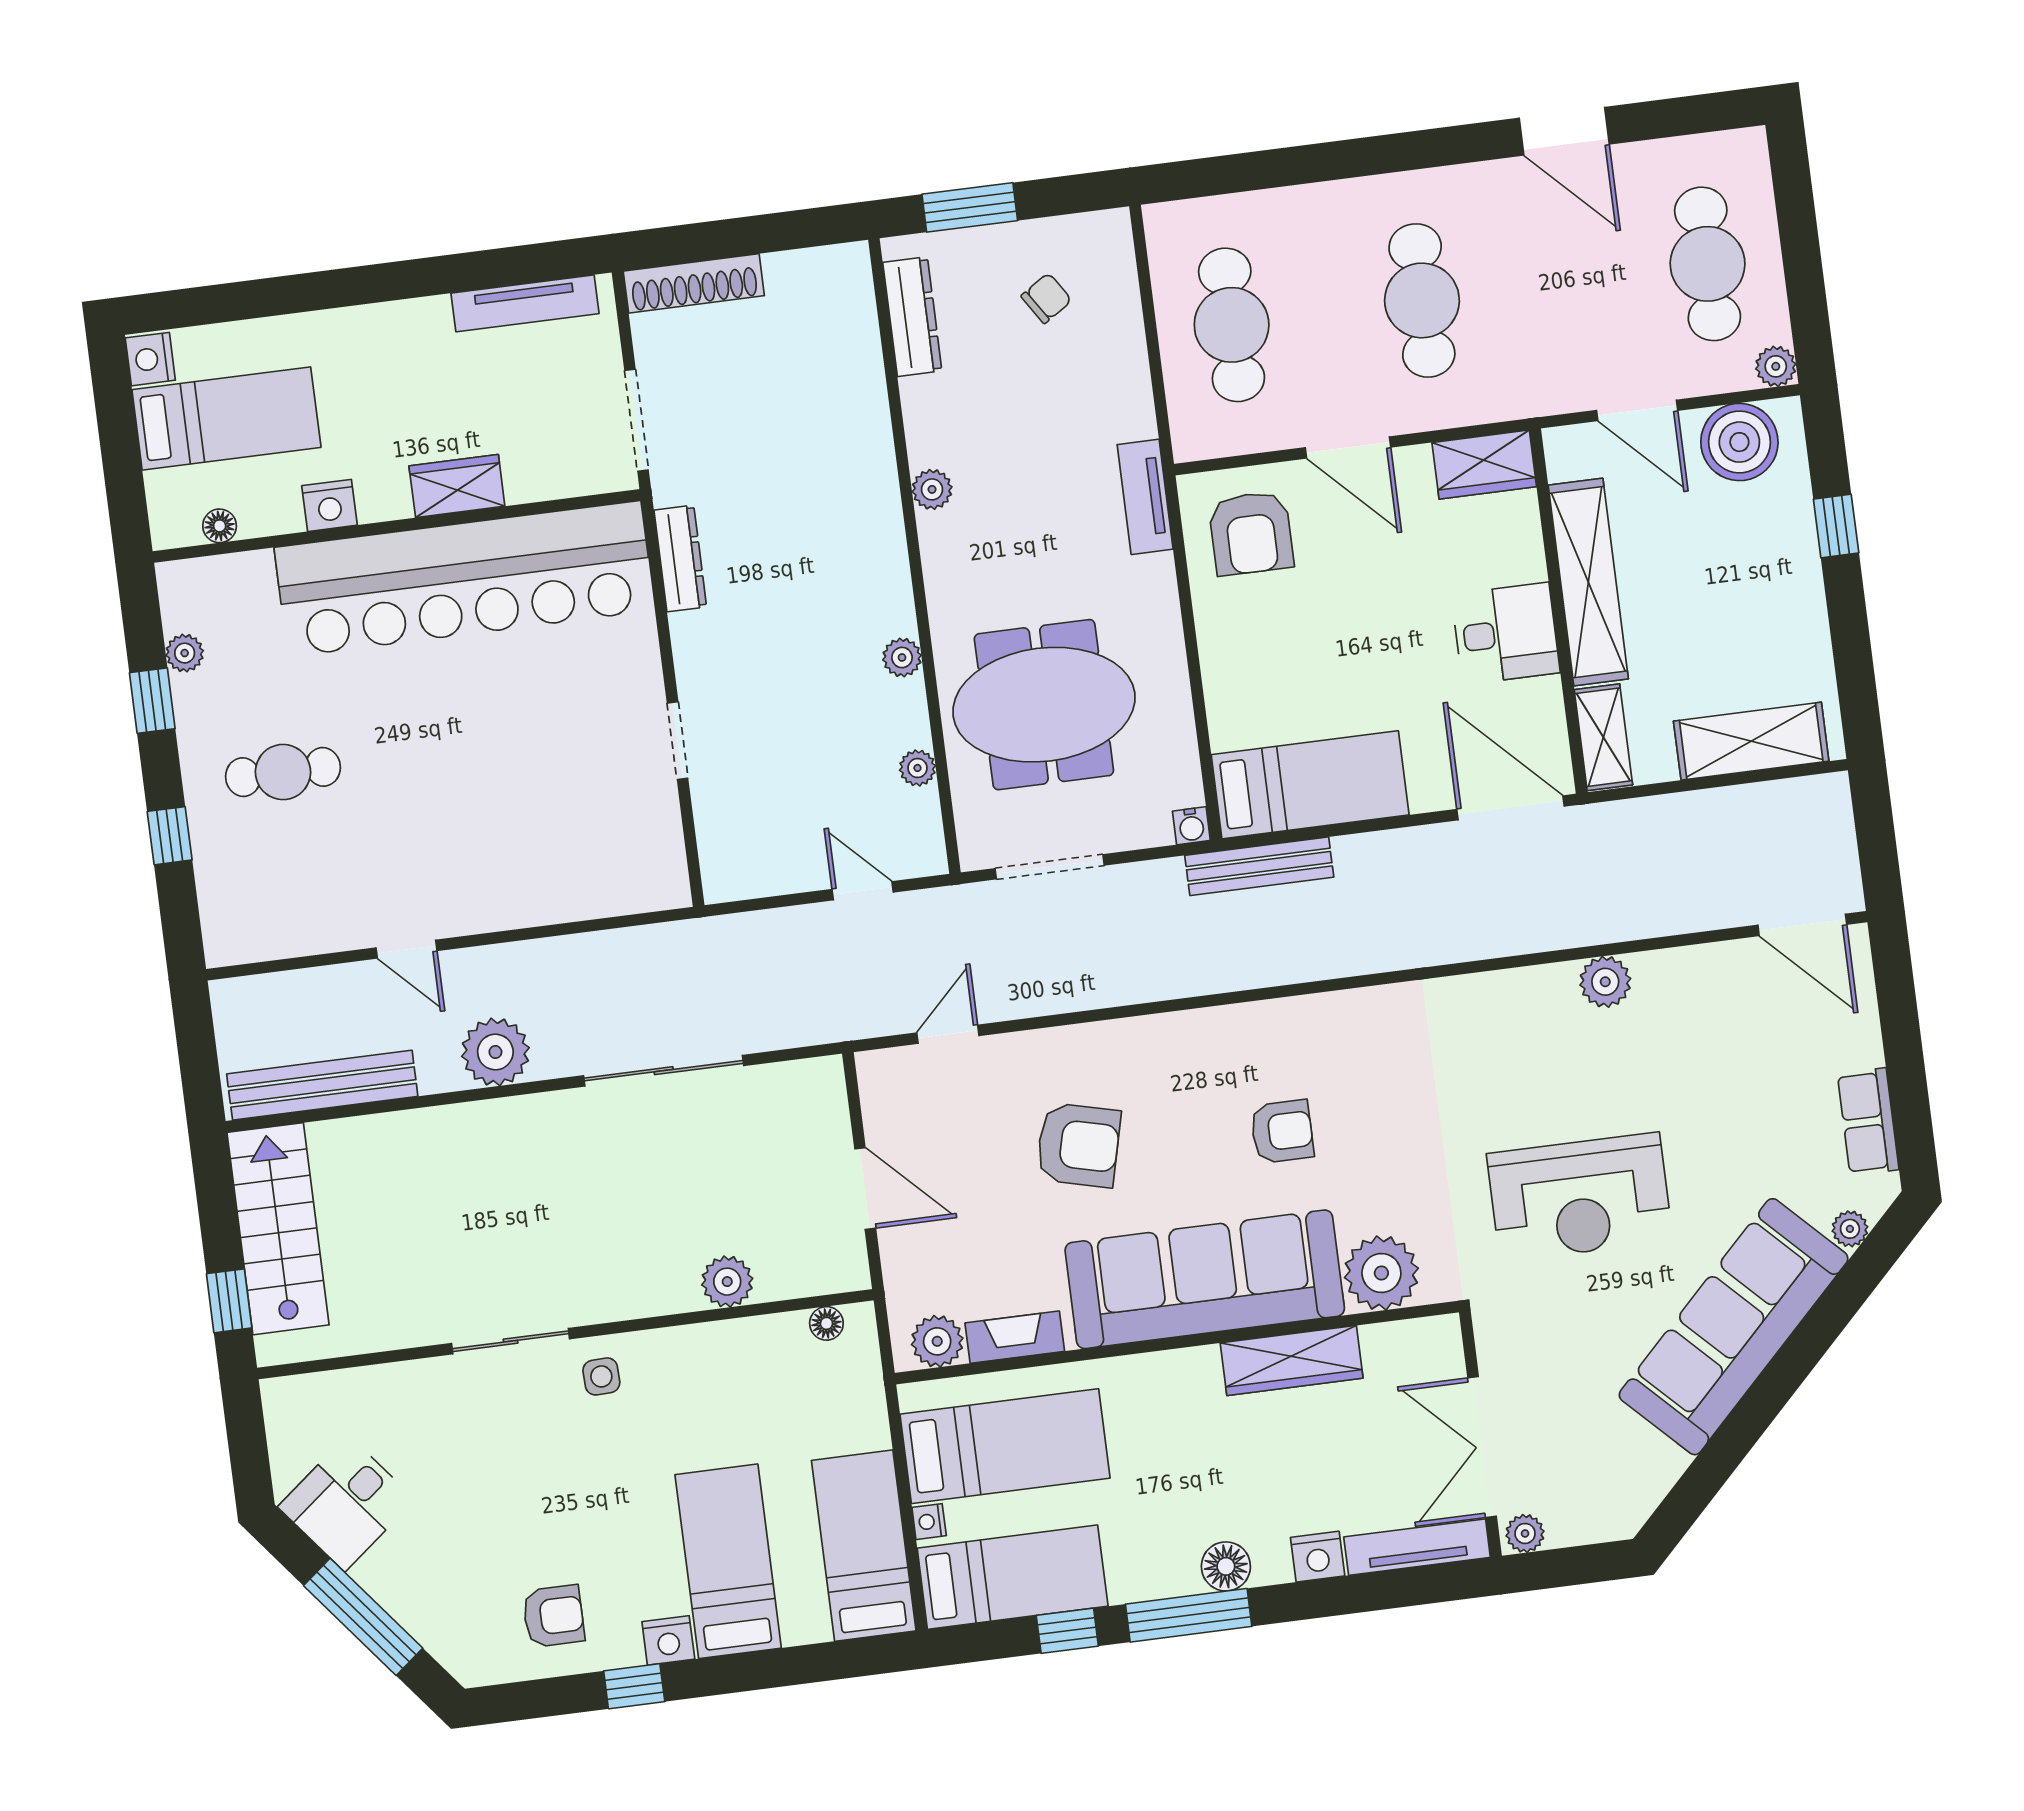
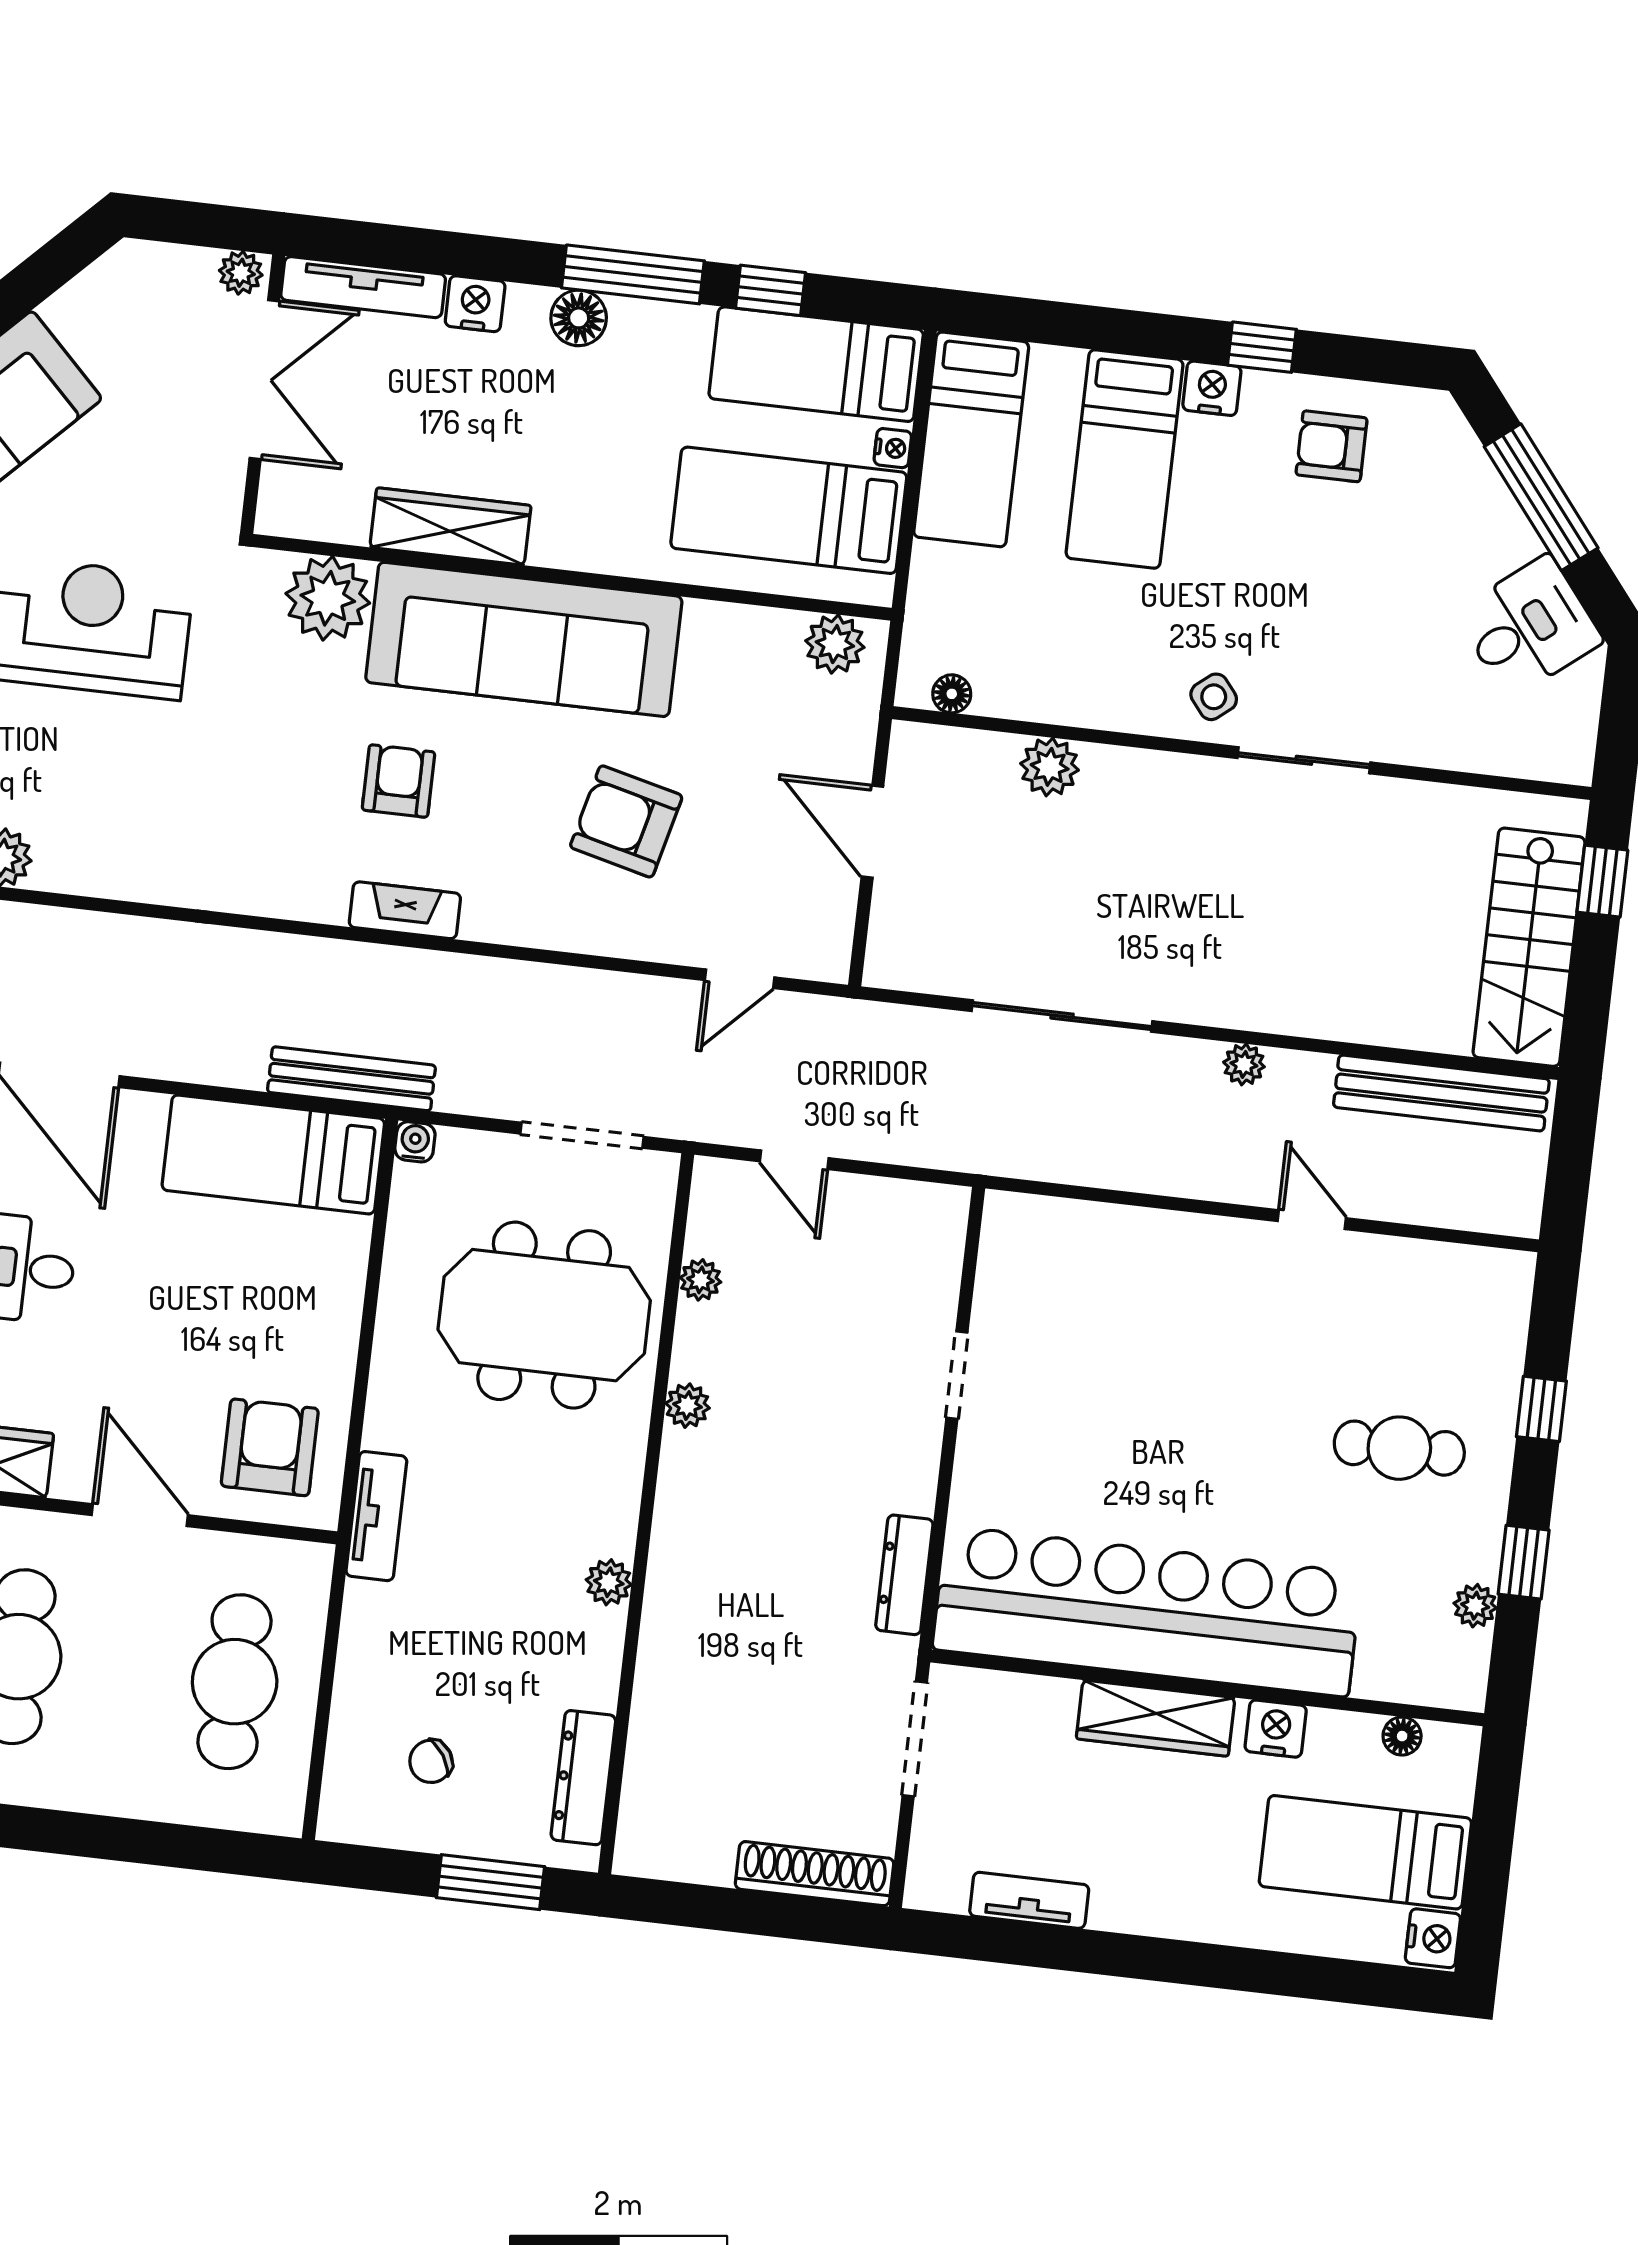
tv unit: (525, 303) -> (1029, 1900), width x0.71
wardrobe: (457, 486) -> (1156, 1718), width x1.50
plant: (495, 1052) -> (1244, 1064), width x0.53, depth x0.53
armchair: (1282, 1131) -> (399, 781), turned 90
fireplace: (1015, 1337) -> (405, 910), moved, turned 180
side table: (601, 1376) -> (1214, 697), turned -37

